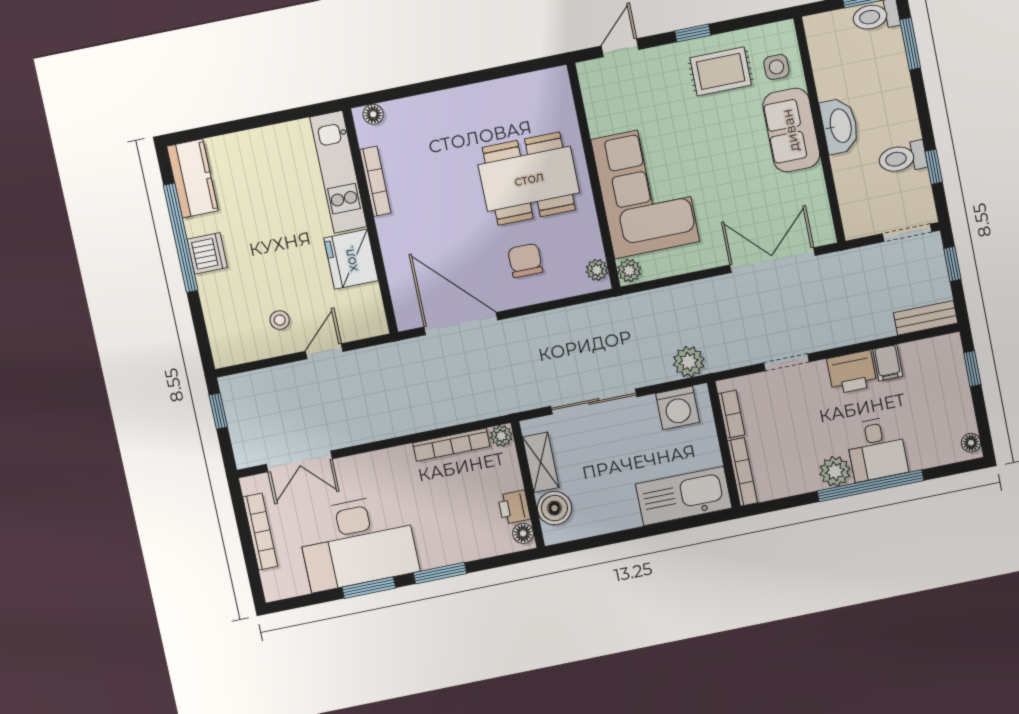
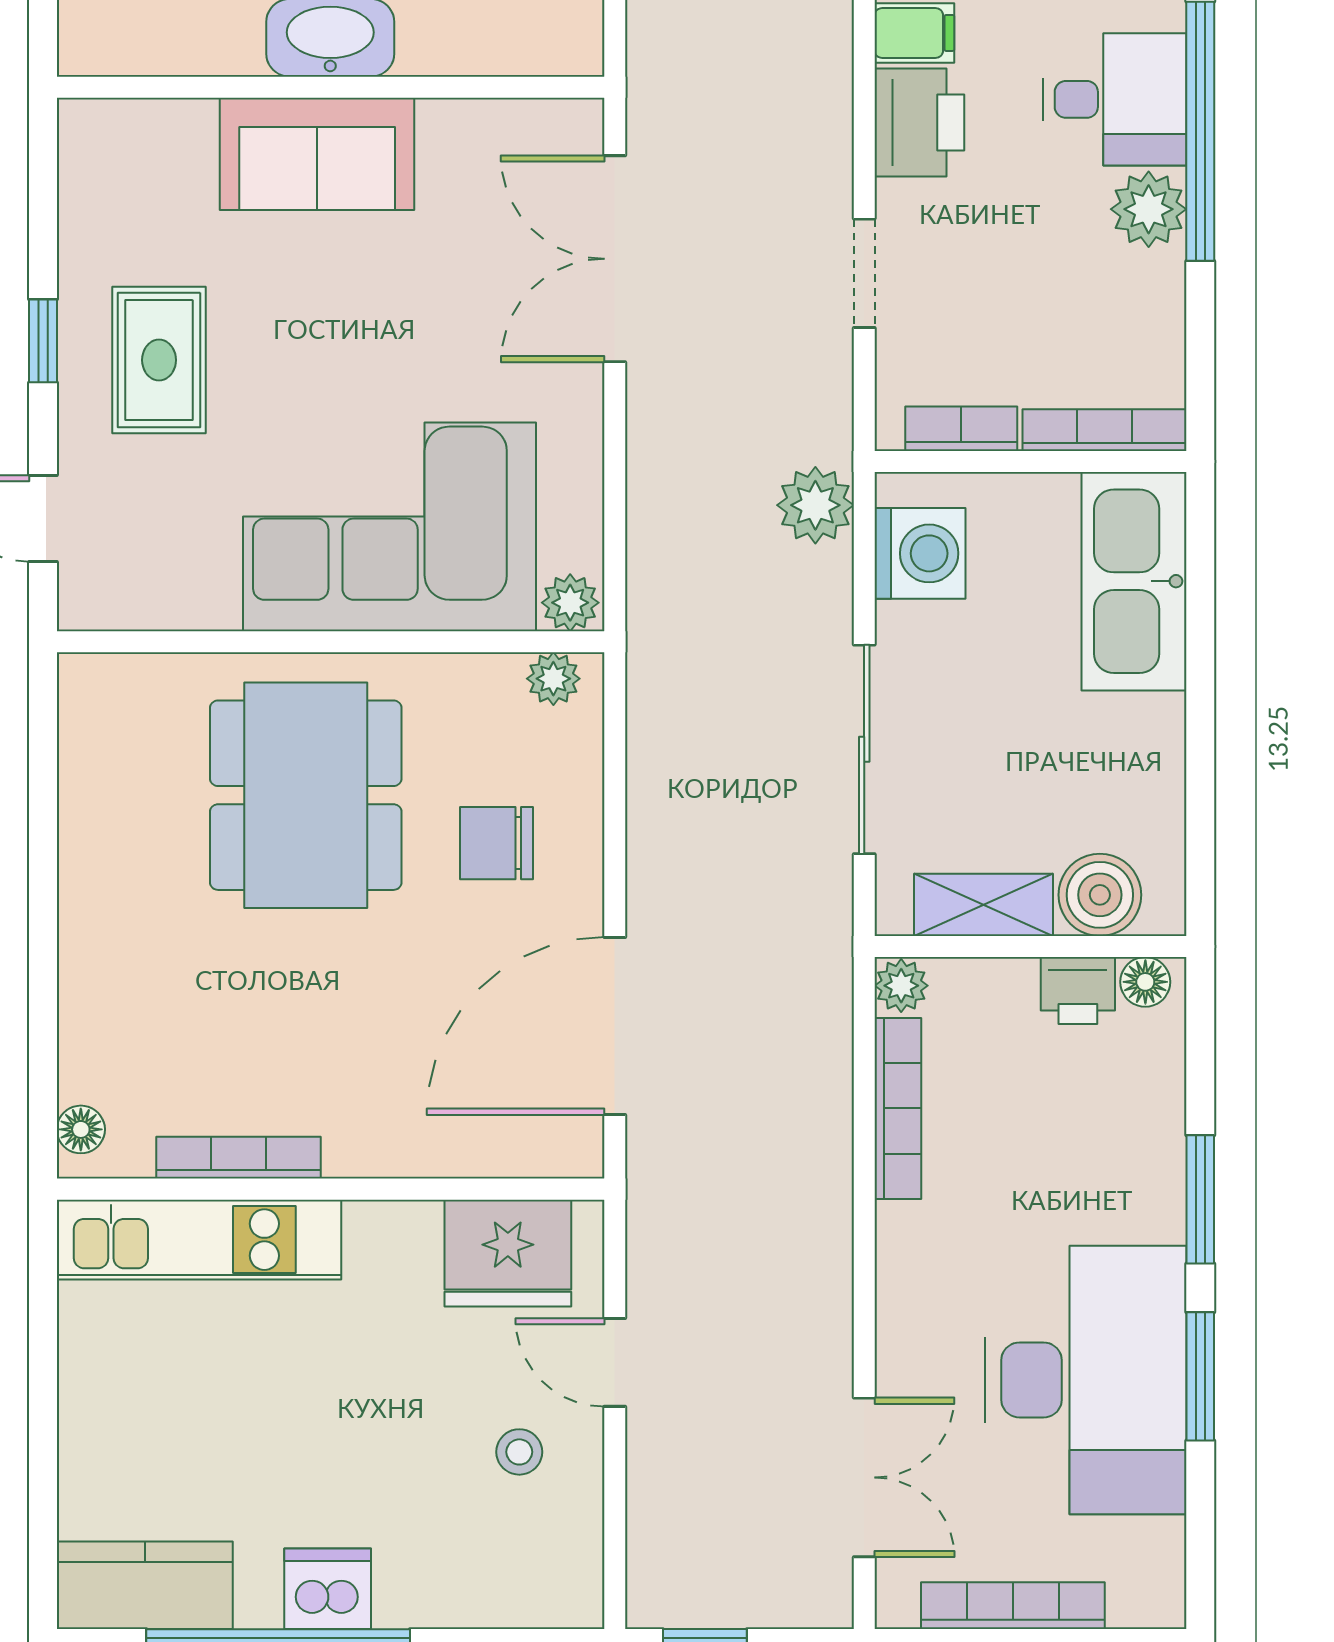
side table: (776, 67) -> (162, 160), removed
rug: (721, 71) -> (159, 360), moved
fridge: (351, 259) -> (508, 1253), moved

